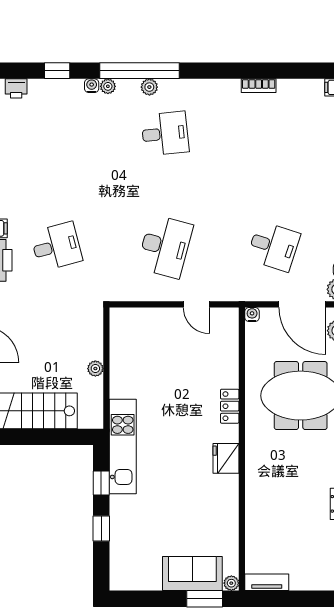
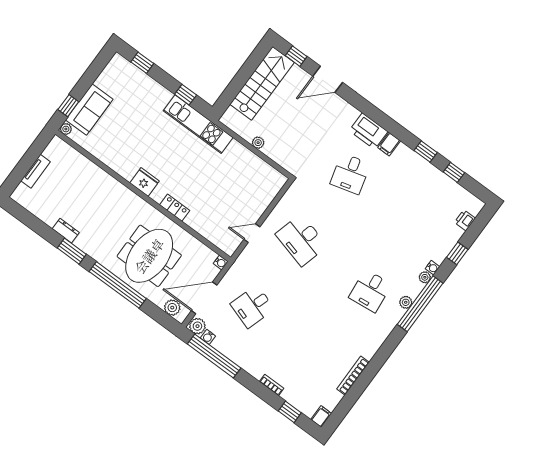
bookcase: (259, 86) -> (353, 376), width x1.56
window: (101, 528) -> (142, 63), moved
tv unit: (267, 582) -> (36, 171), moved
window: (205, 599) -> (68, 106), width x0.67

